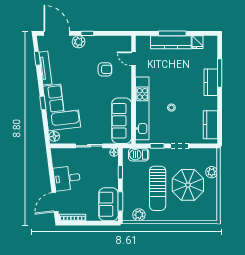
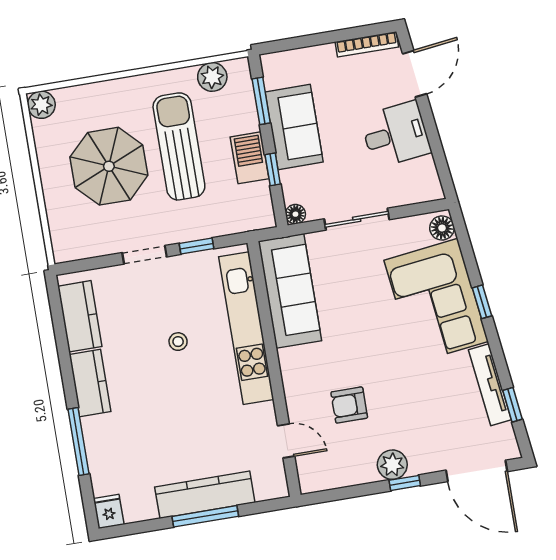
plant: (79, 42) -> (392, 465), moved
fridge: (197, 42) -> (109, 511), moved
kitchen counter: (211, 82) -> (90, 383), moved
barbecue: (139, 155) -> (250, 158), moved, turned -90
plant: (212, 172) -> (41, 105), moved
sofa: (108, 204) -> (294, 127), moved

